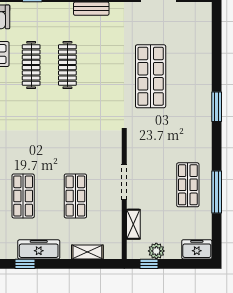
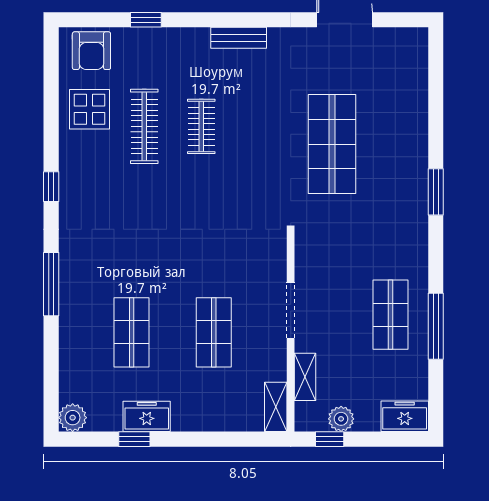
clothes rail: (67, 65) -> (201, 126), width x0.73
freezer: (39, 249) -> (147, 416), width x0.71
shelving: (87, 252) -> (276, 407), moved, turned 90

